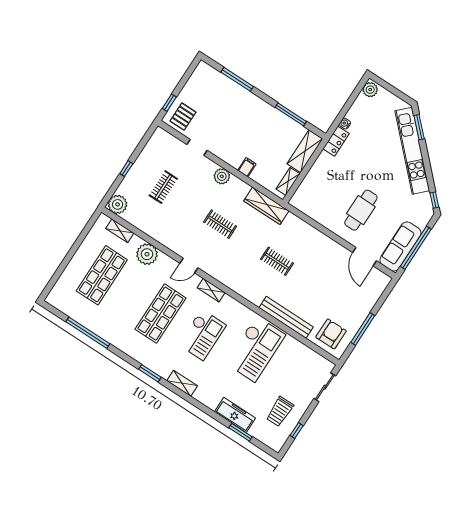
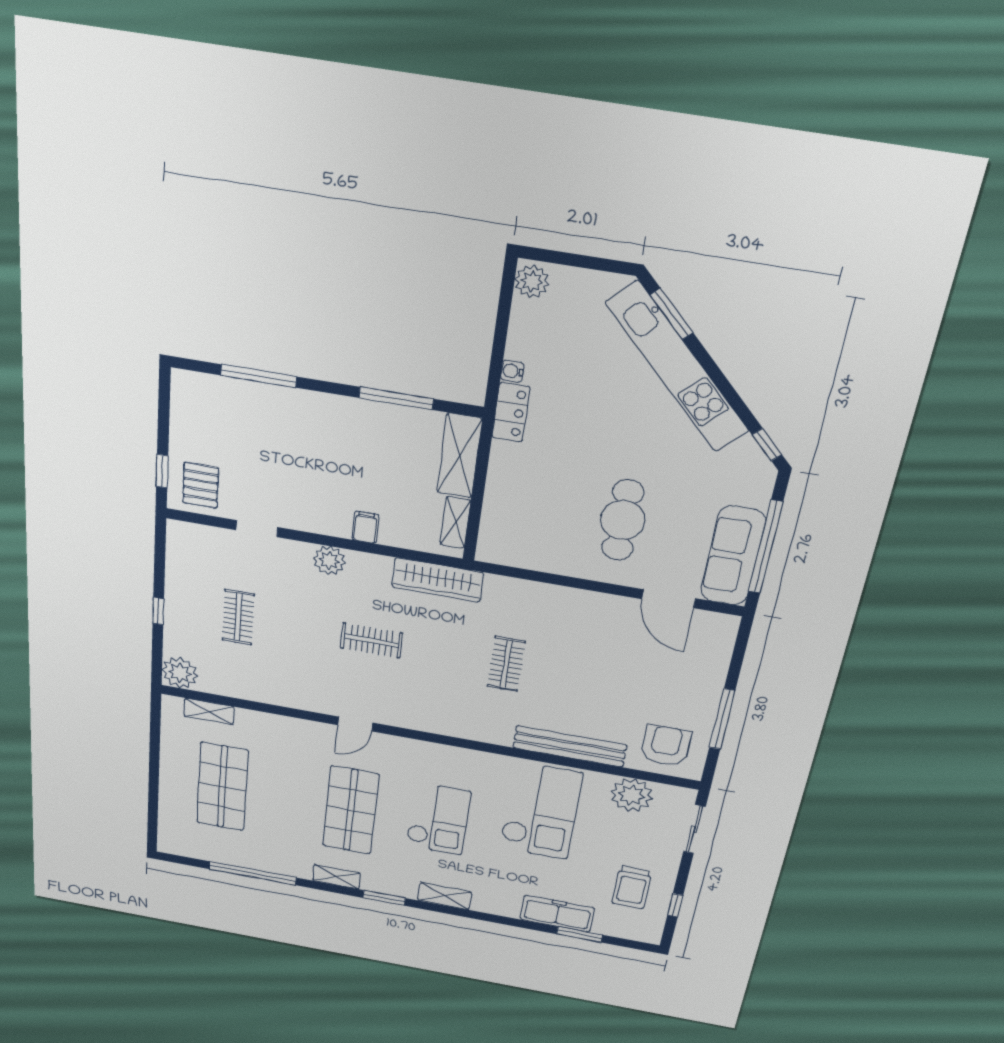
plant: (147, 254) -> (632, 795), moved
clothes rail: (277, 261) -> (506, 664), turned 90
shelving: (211, 290) -> (336, 877), moved

